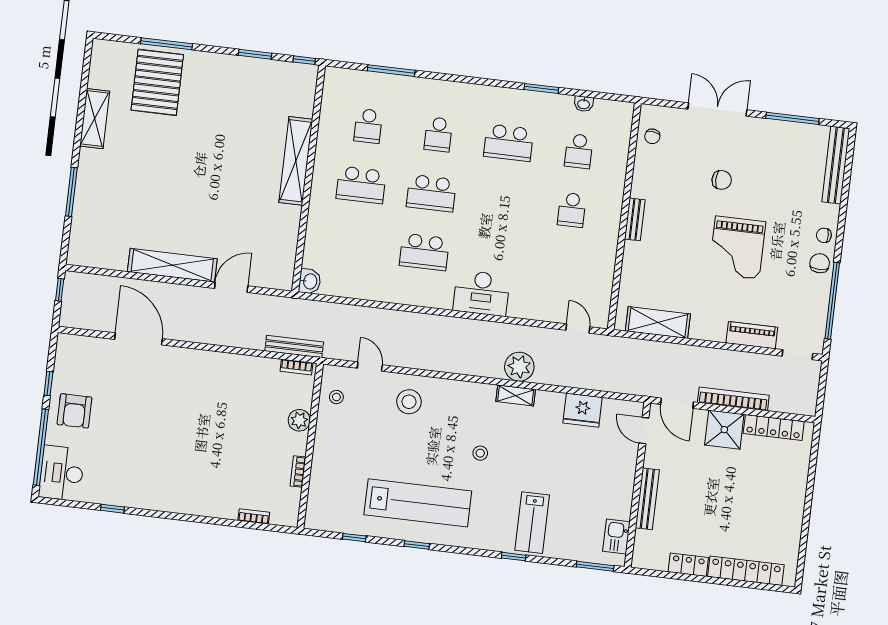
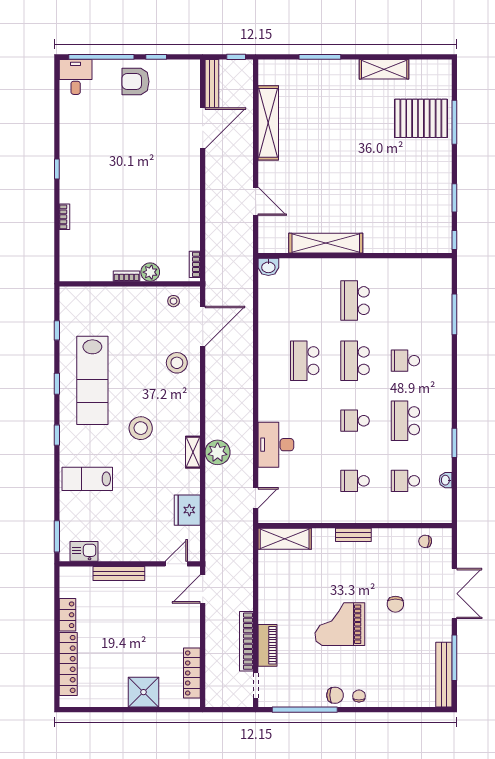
school desk: (368, 126) -> (355, 421), moved
shelving: (296, 161) -> (326, 243), moved
bench: (836, 165) -> (444, 675), moved, turned 90
shelving: (172, 265) -> (268, 123), moved
desk: (481, 293) -> (276, 445), moved
shelving: (658, 323) -> (285, 539), moved, turned 90
bench: (294, 347) -> (212, 84), moved
door: (370, 367) -> (203, 326), width x1.88
bookcase: (733, 399) -> (246, 641), moved, turned 180
shower: (724, 430) -> (144, 692), moved
stool: (480, 453) -> (141, 428), width x1.89, depth x1.89
bookcase: (298, 472) -> (127, 276), moved
desk: (62, 473) -> (76, 77), width x0.73
window: (112, 509) -> (57, 169), moved
bookcase: (254, 516) -> (64, 217), moved
window: (514, 557) -> (57, 435), moved

